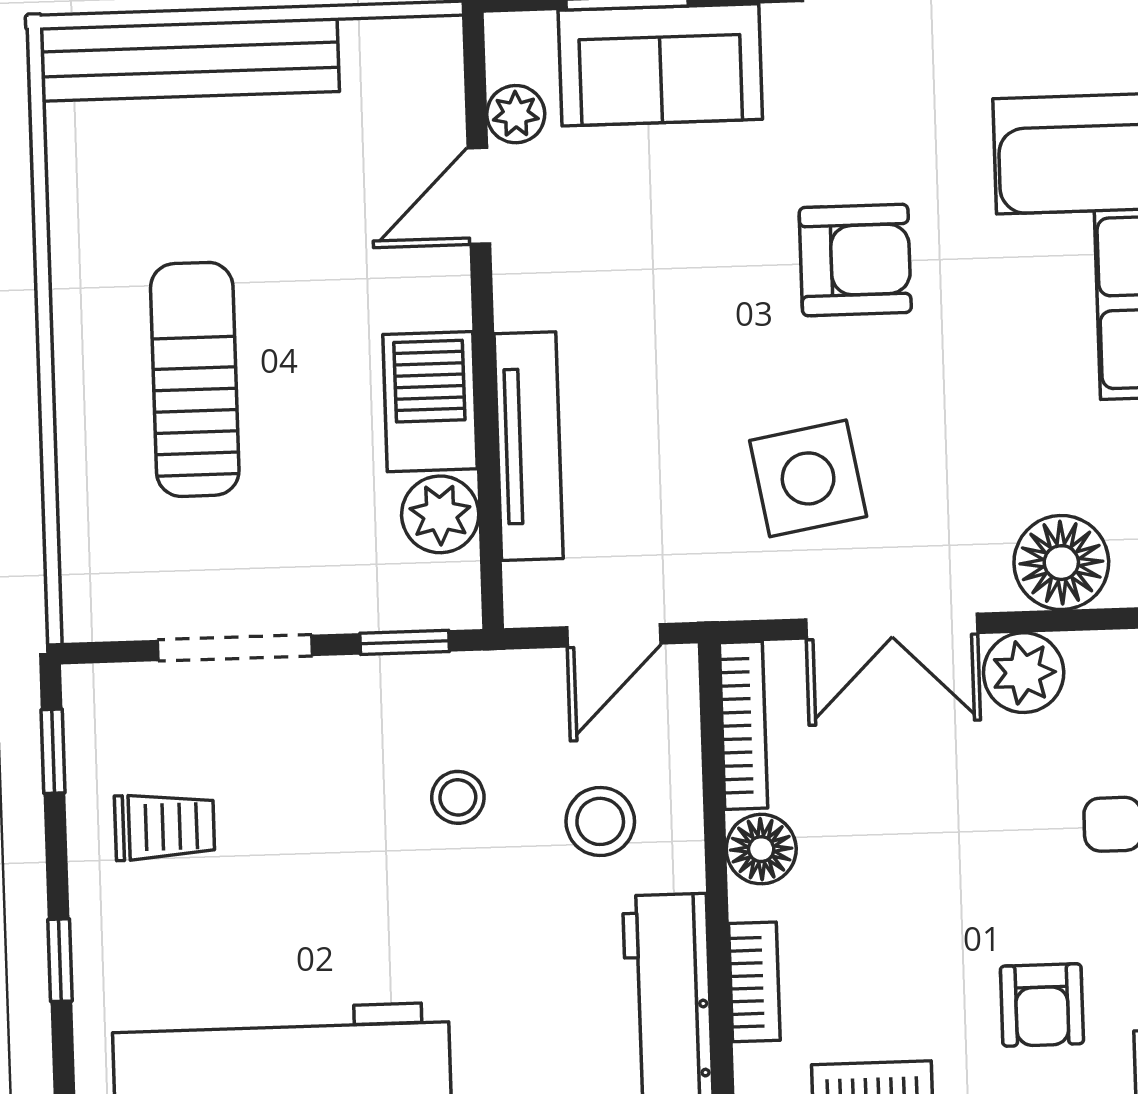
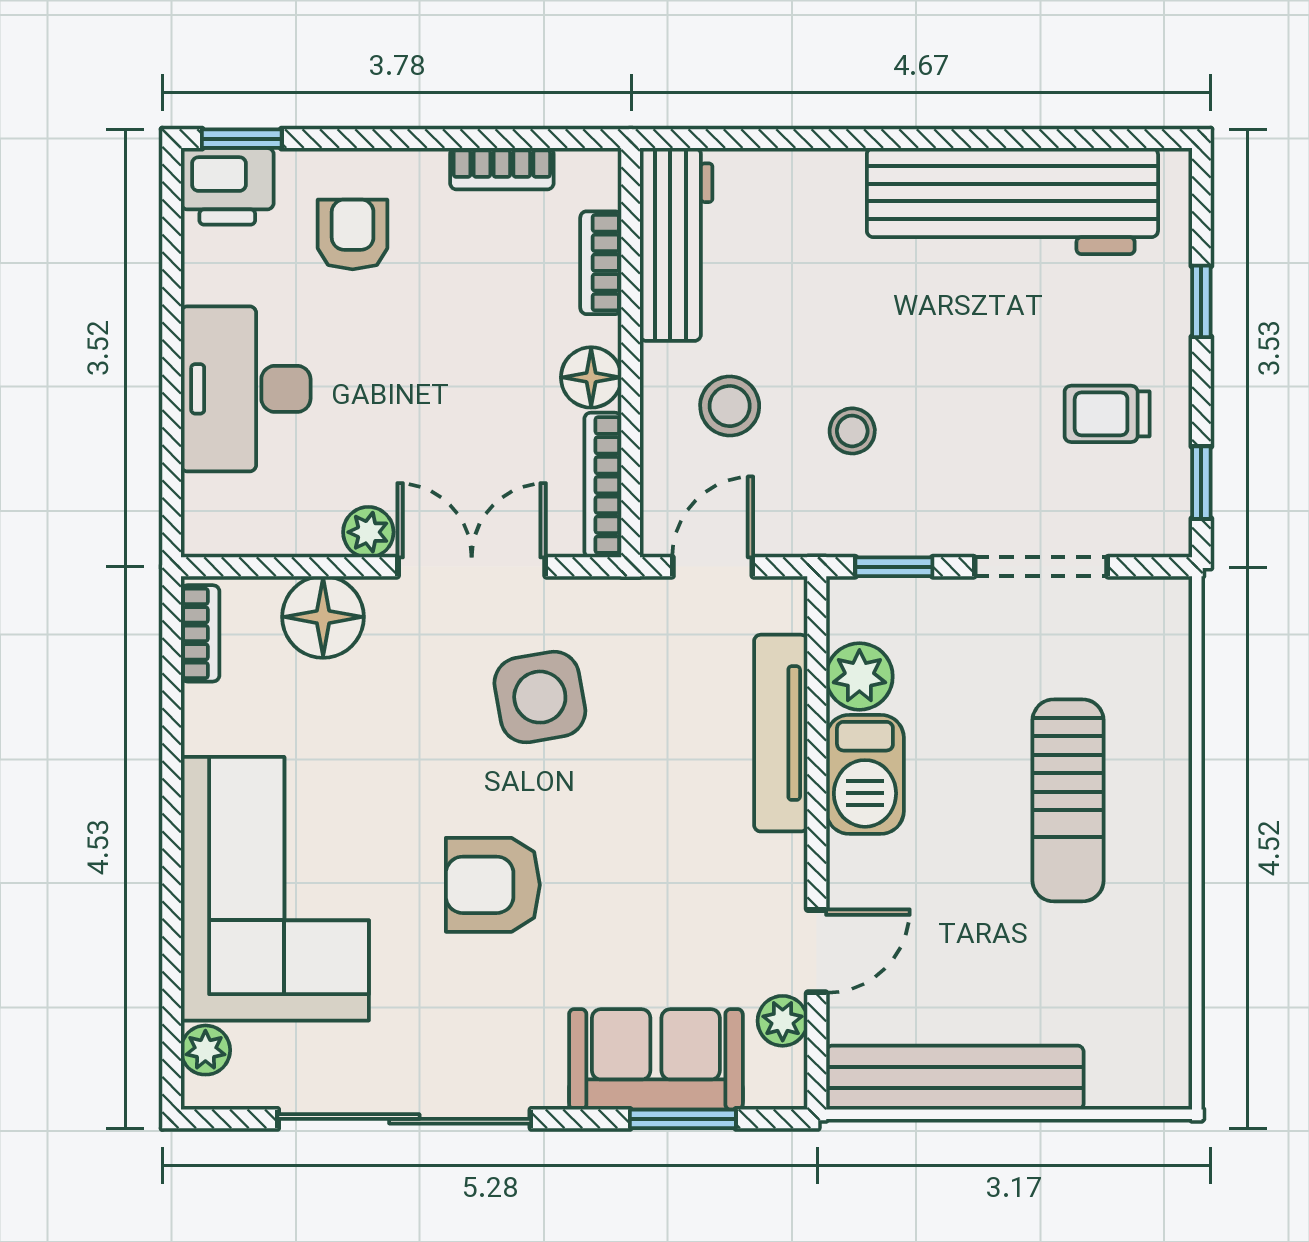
bench: (190, 59) -> (955, 1078), moved
plant: (1024, 673) -> (368, 532), width x0.73, depth x0.73

